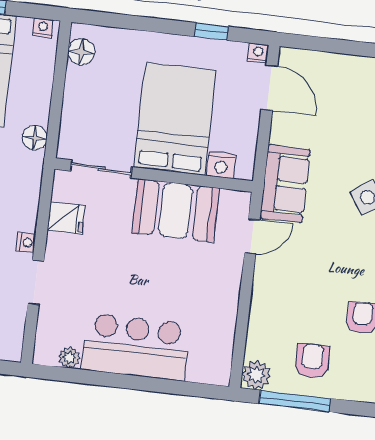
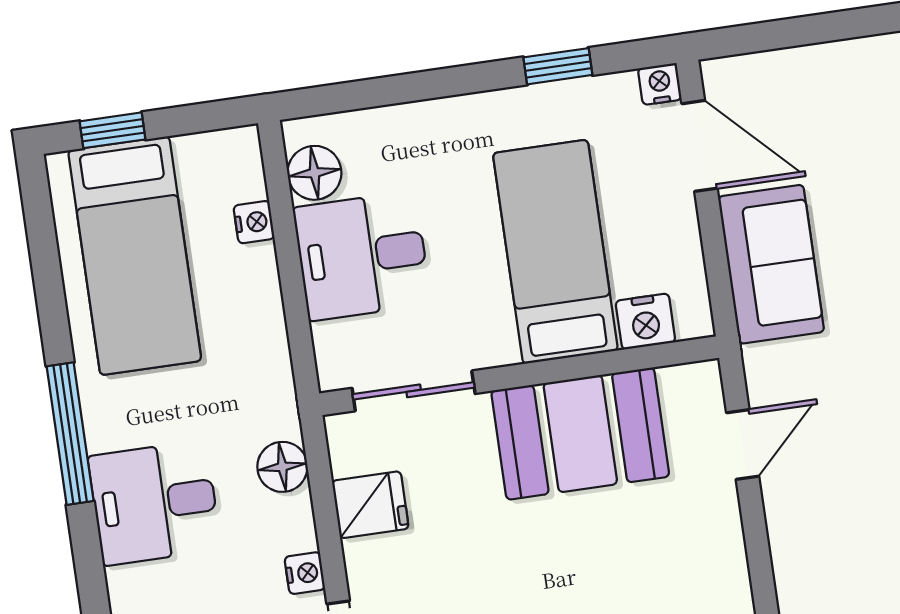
nightstand: (43, 28) -> (254, 222), moved, turned 90
desk: (94, 98) -> (362, 256), added
bed: (175, 119) -> (555, 252), width x0.67
floor lamp: (35, 138) -> (282, 467), moved
sofa: (285, 184) -> (771, 264), moved

